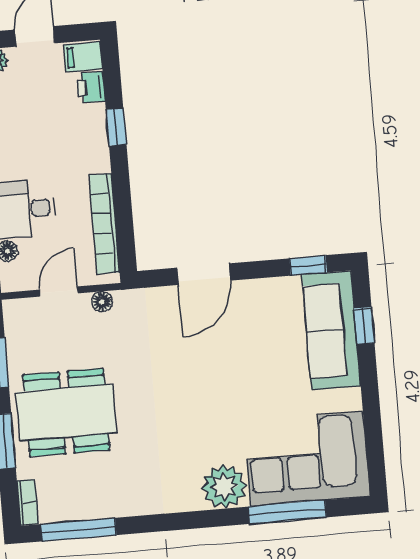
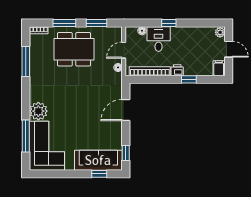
printer: (91, 87) -> (177, 70), moved
door: (204, 274) -> (126, 110), hinge flipped
door: (58, 292) -> (124, 50), swing flipped
dining table: (66, 412) -> (74, 49), turned 90
window: (79, 530) -> (26, 62), moved

